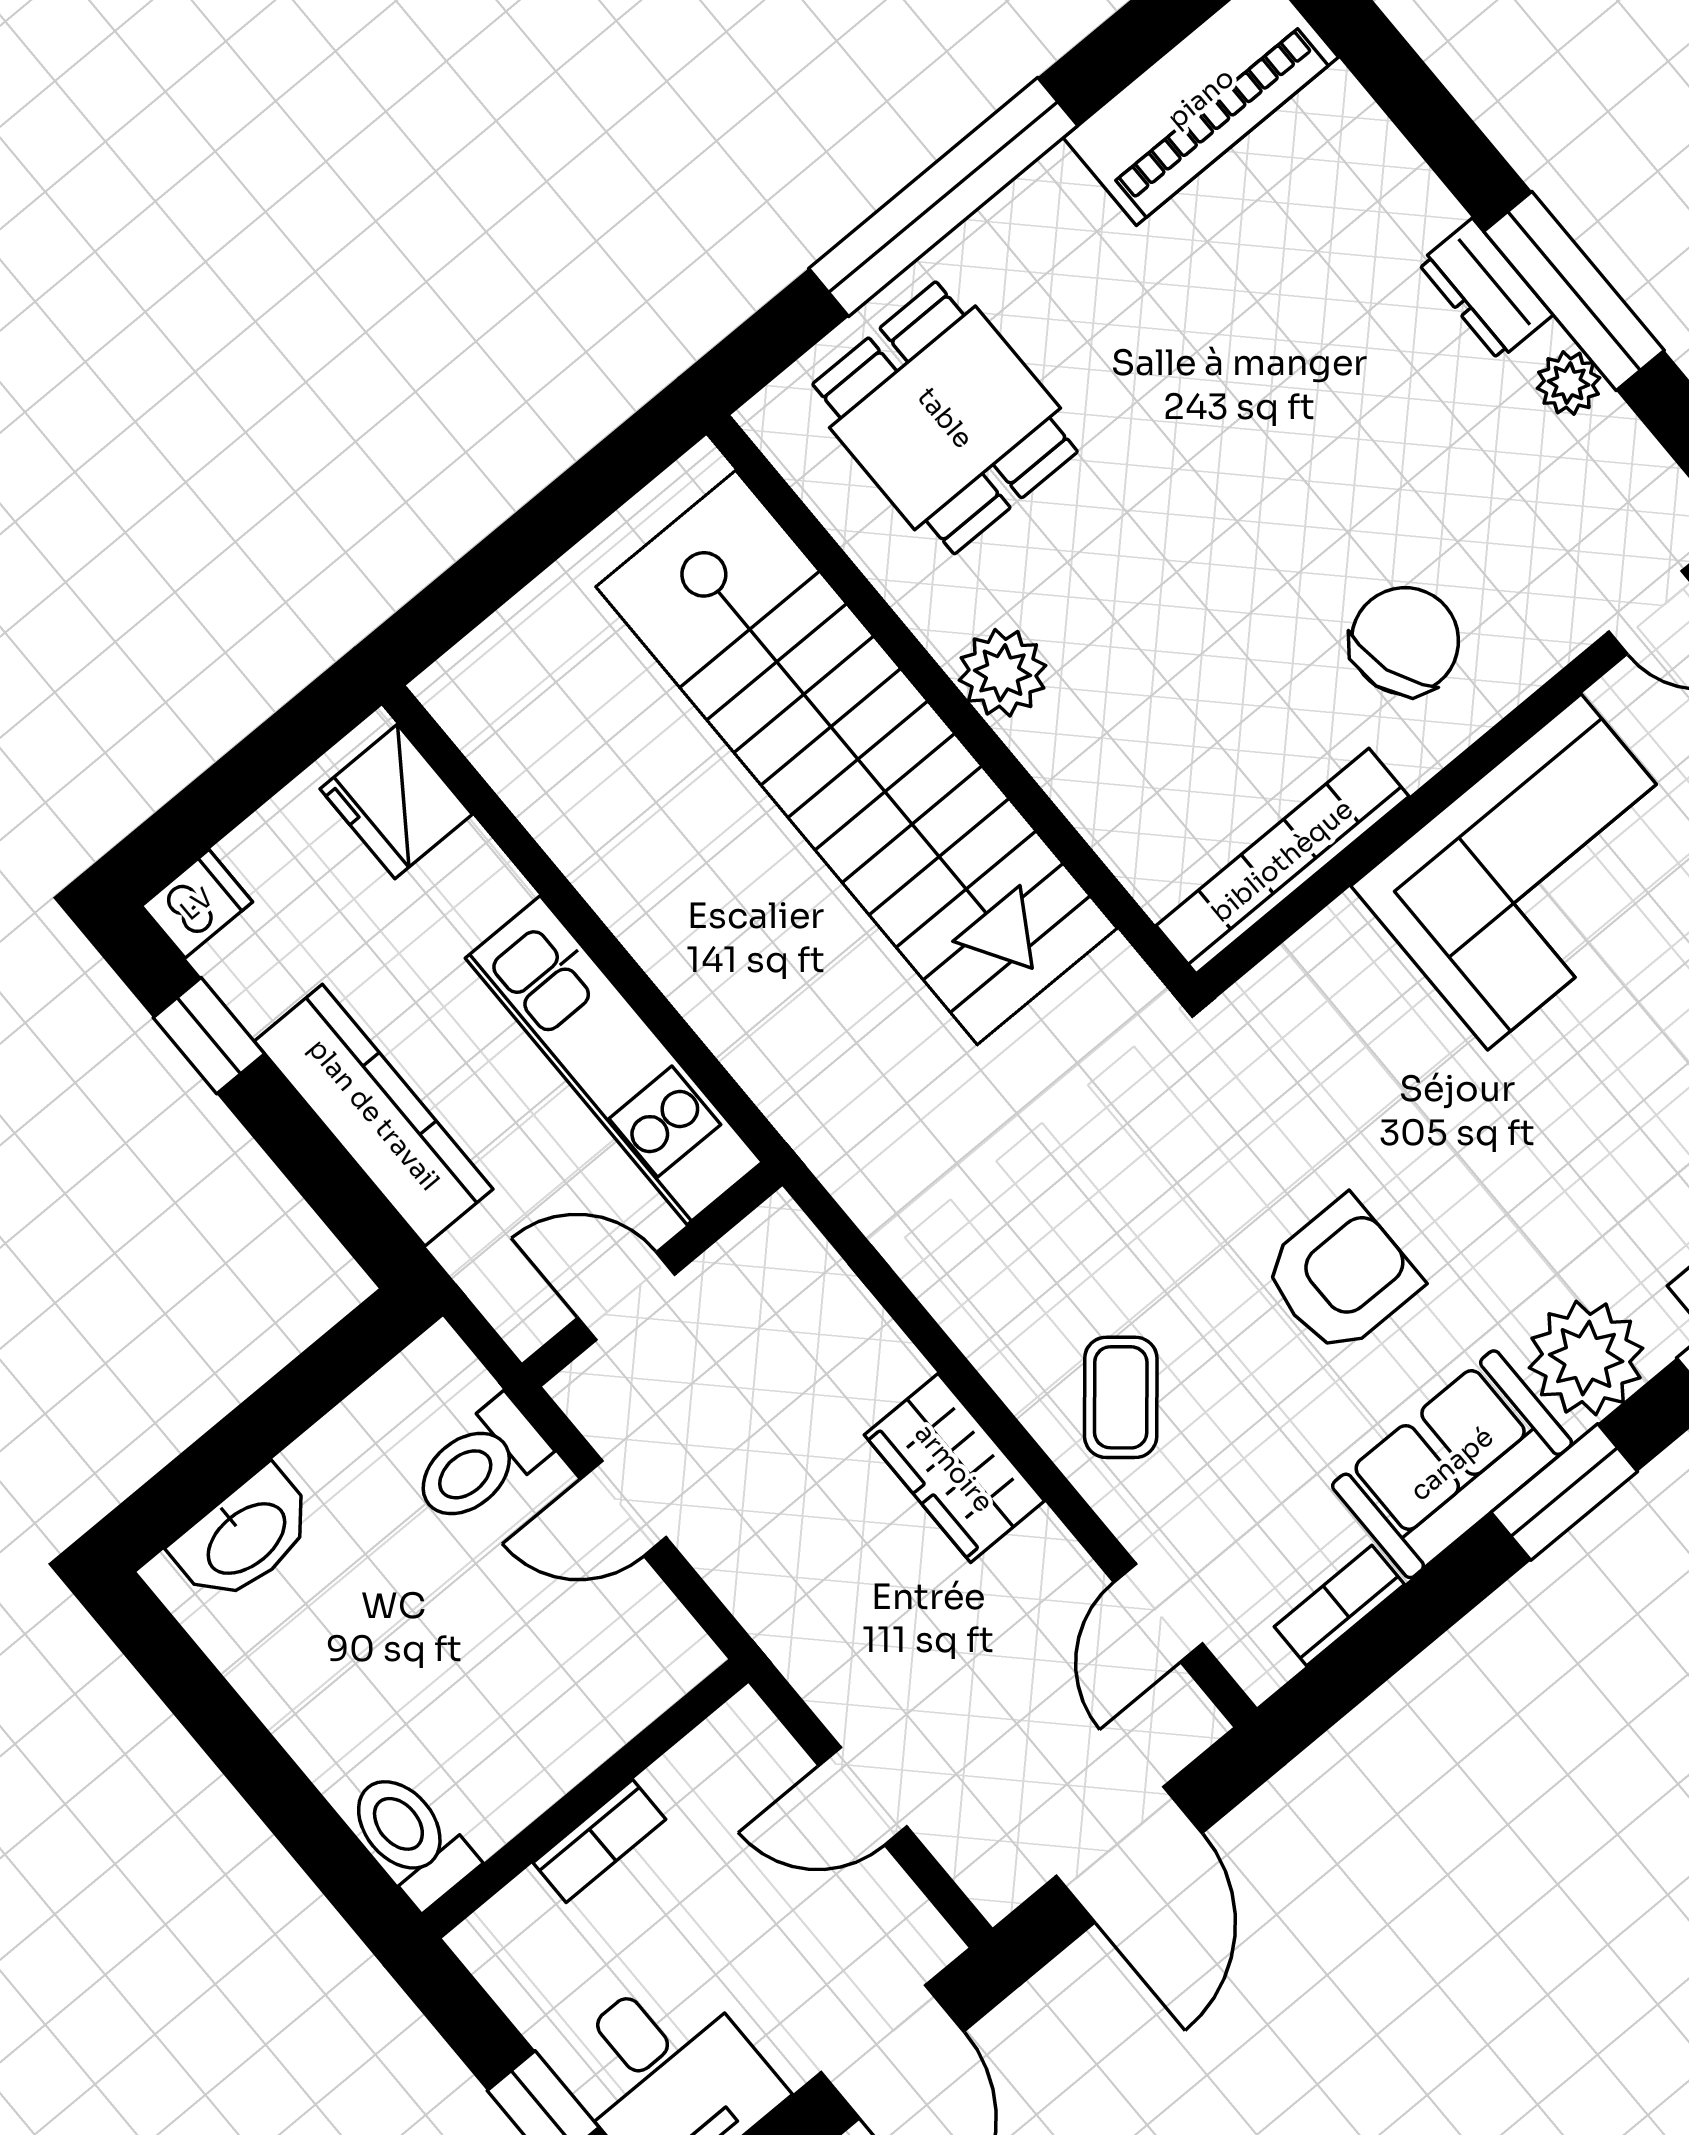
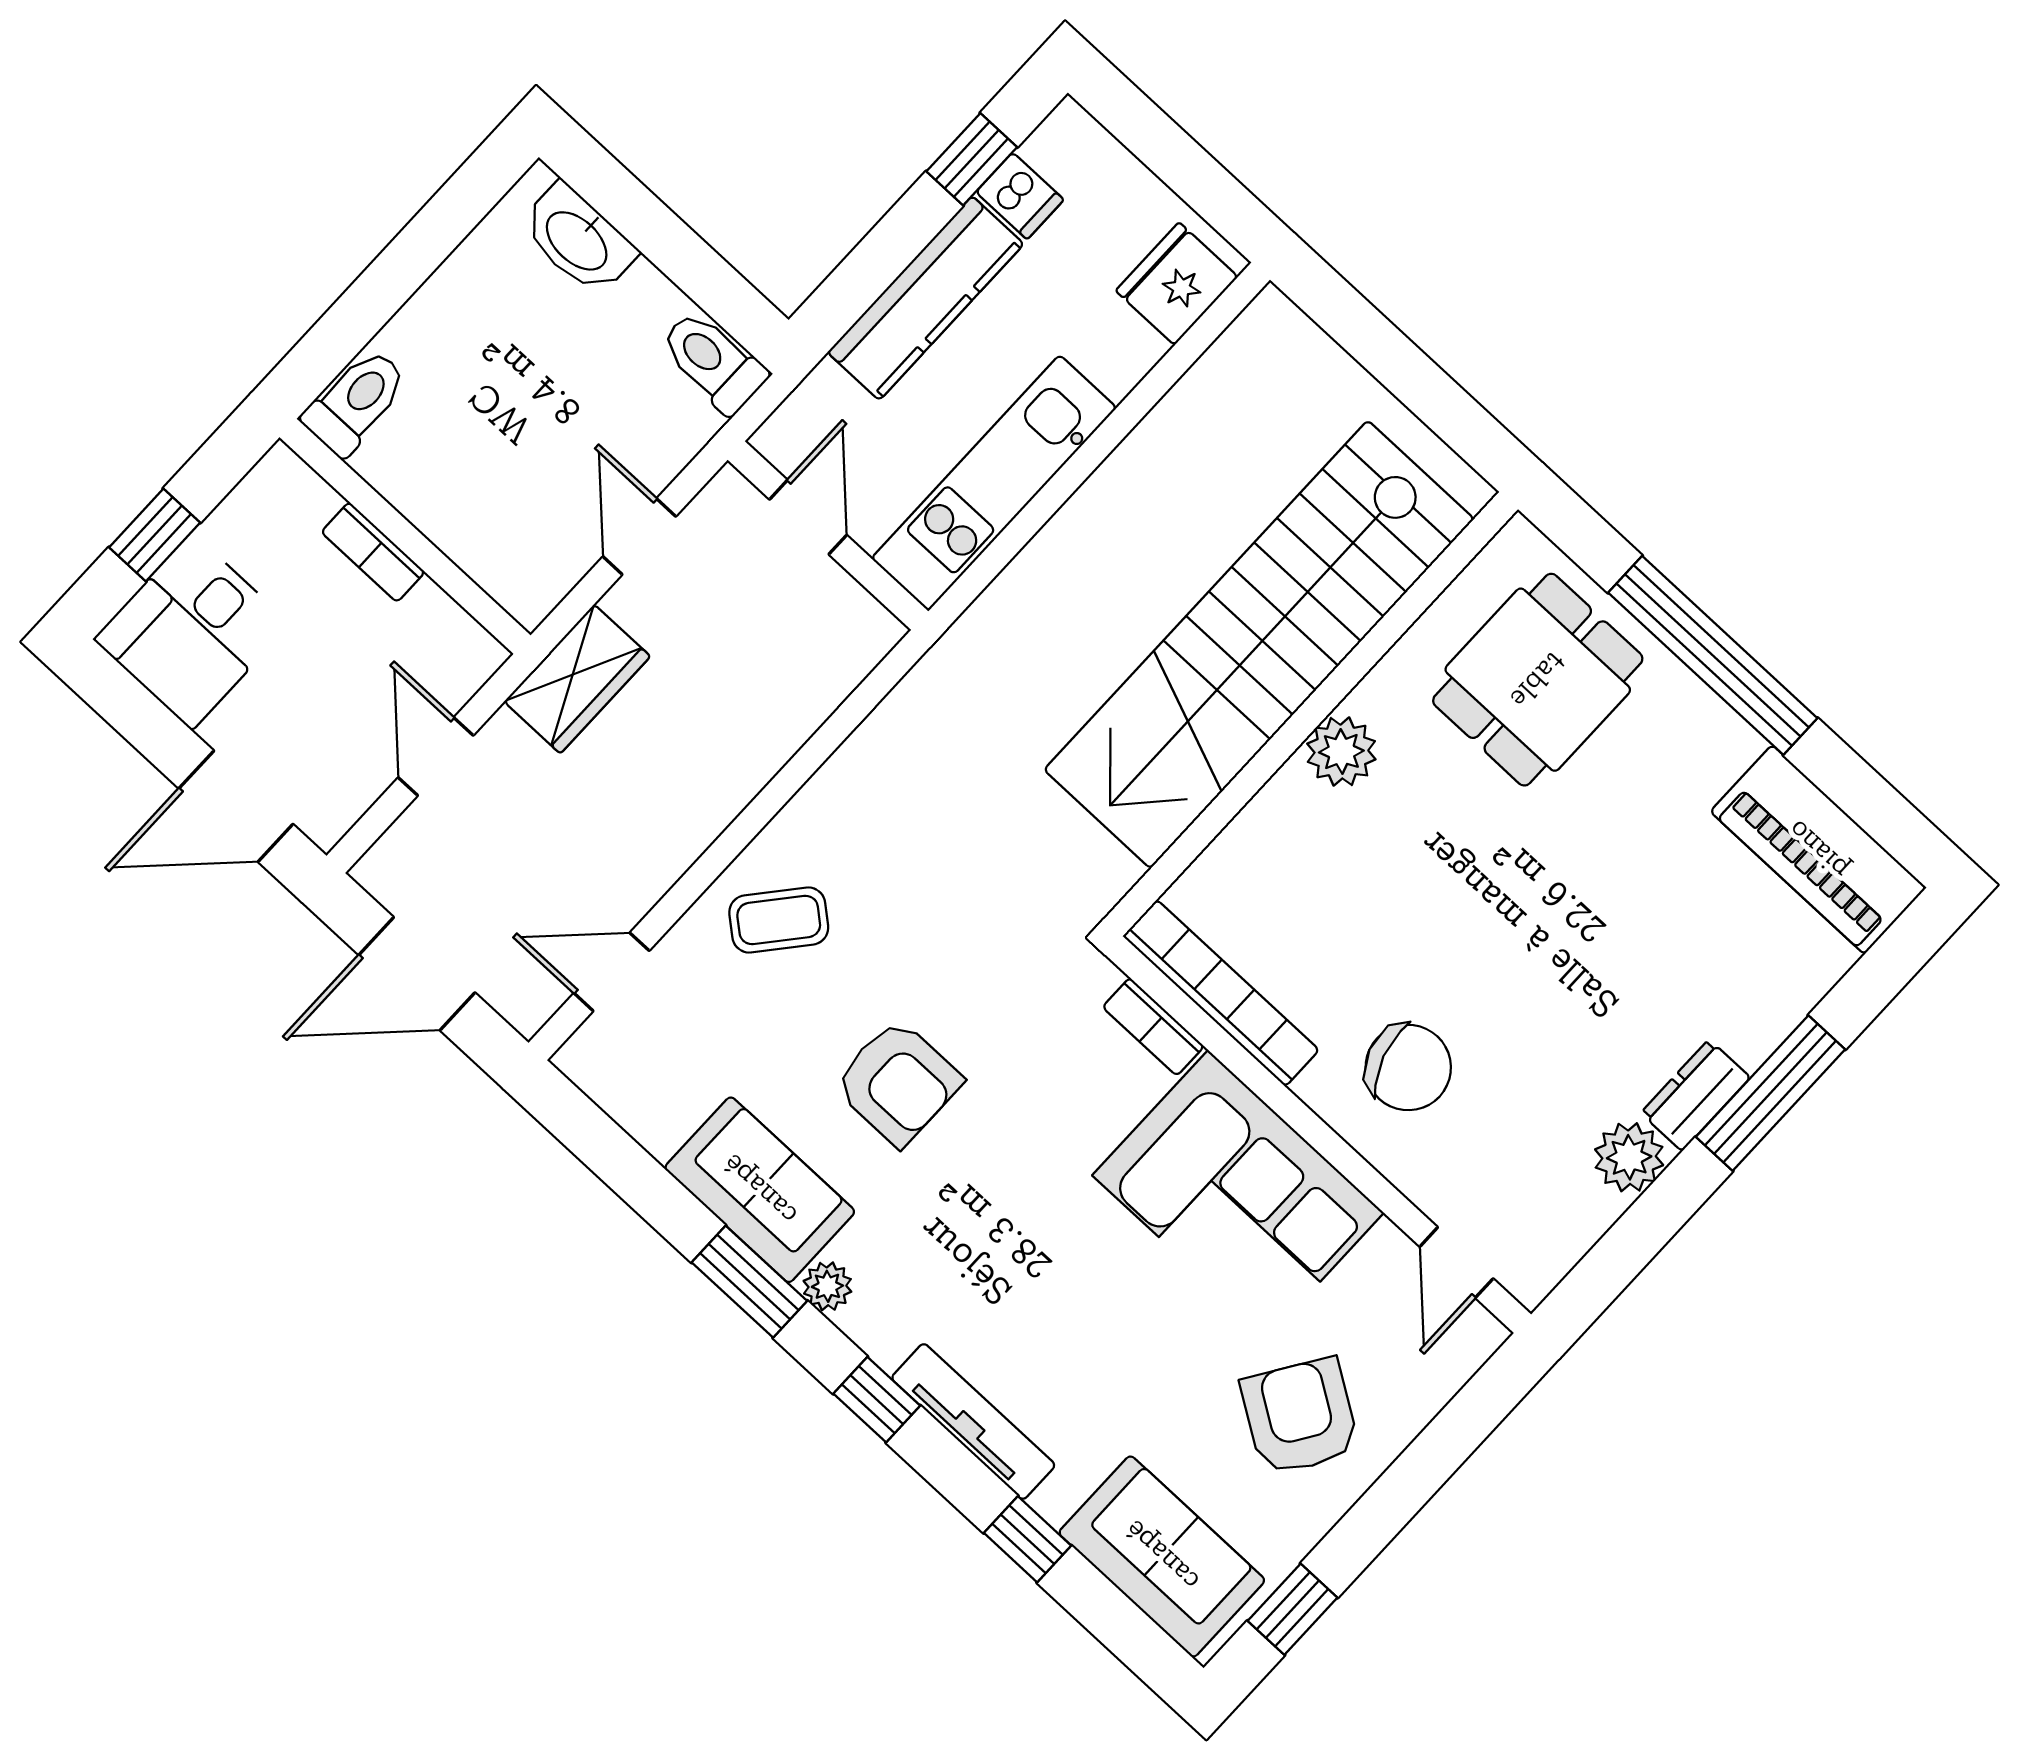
window: (1574, 291) -> (1770, 1093), moved
plant: (1569, 383) -> (1629, 1157), width x1.38, depth x1.38
dishwasher: (197, 904) -> (1020, 196), moved
plant: (1586, 1358) -> (827, 1286), width x0.53, depth x0.53
toilet: (479, 1463) -> (713, 362), moved
wardrobe: (954, 1468) -> (577, 679), moved, turned 180
bookcase: (1339, 1606) -> (1153, 1027), moved, turned 180

